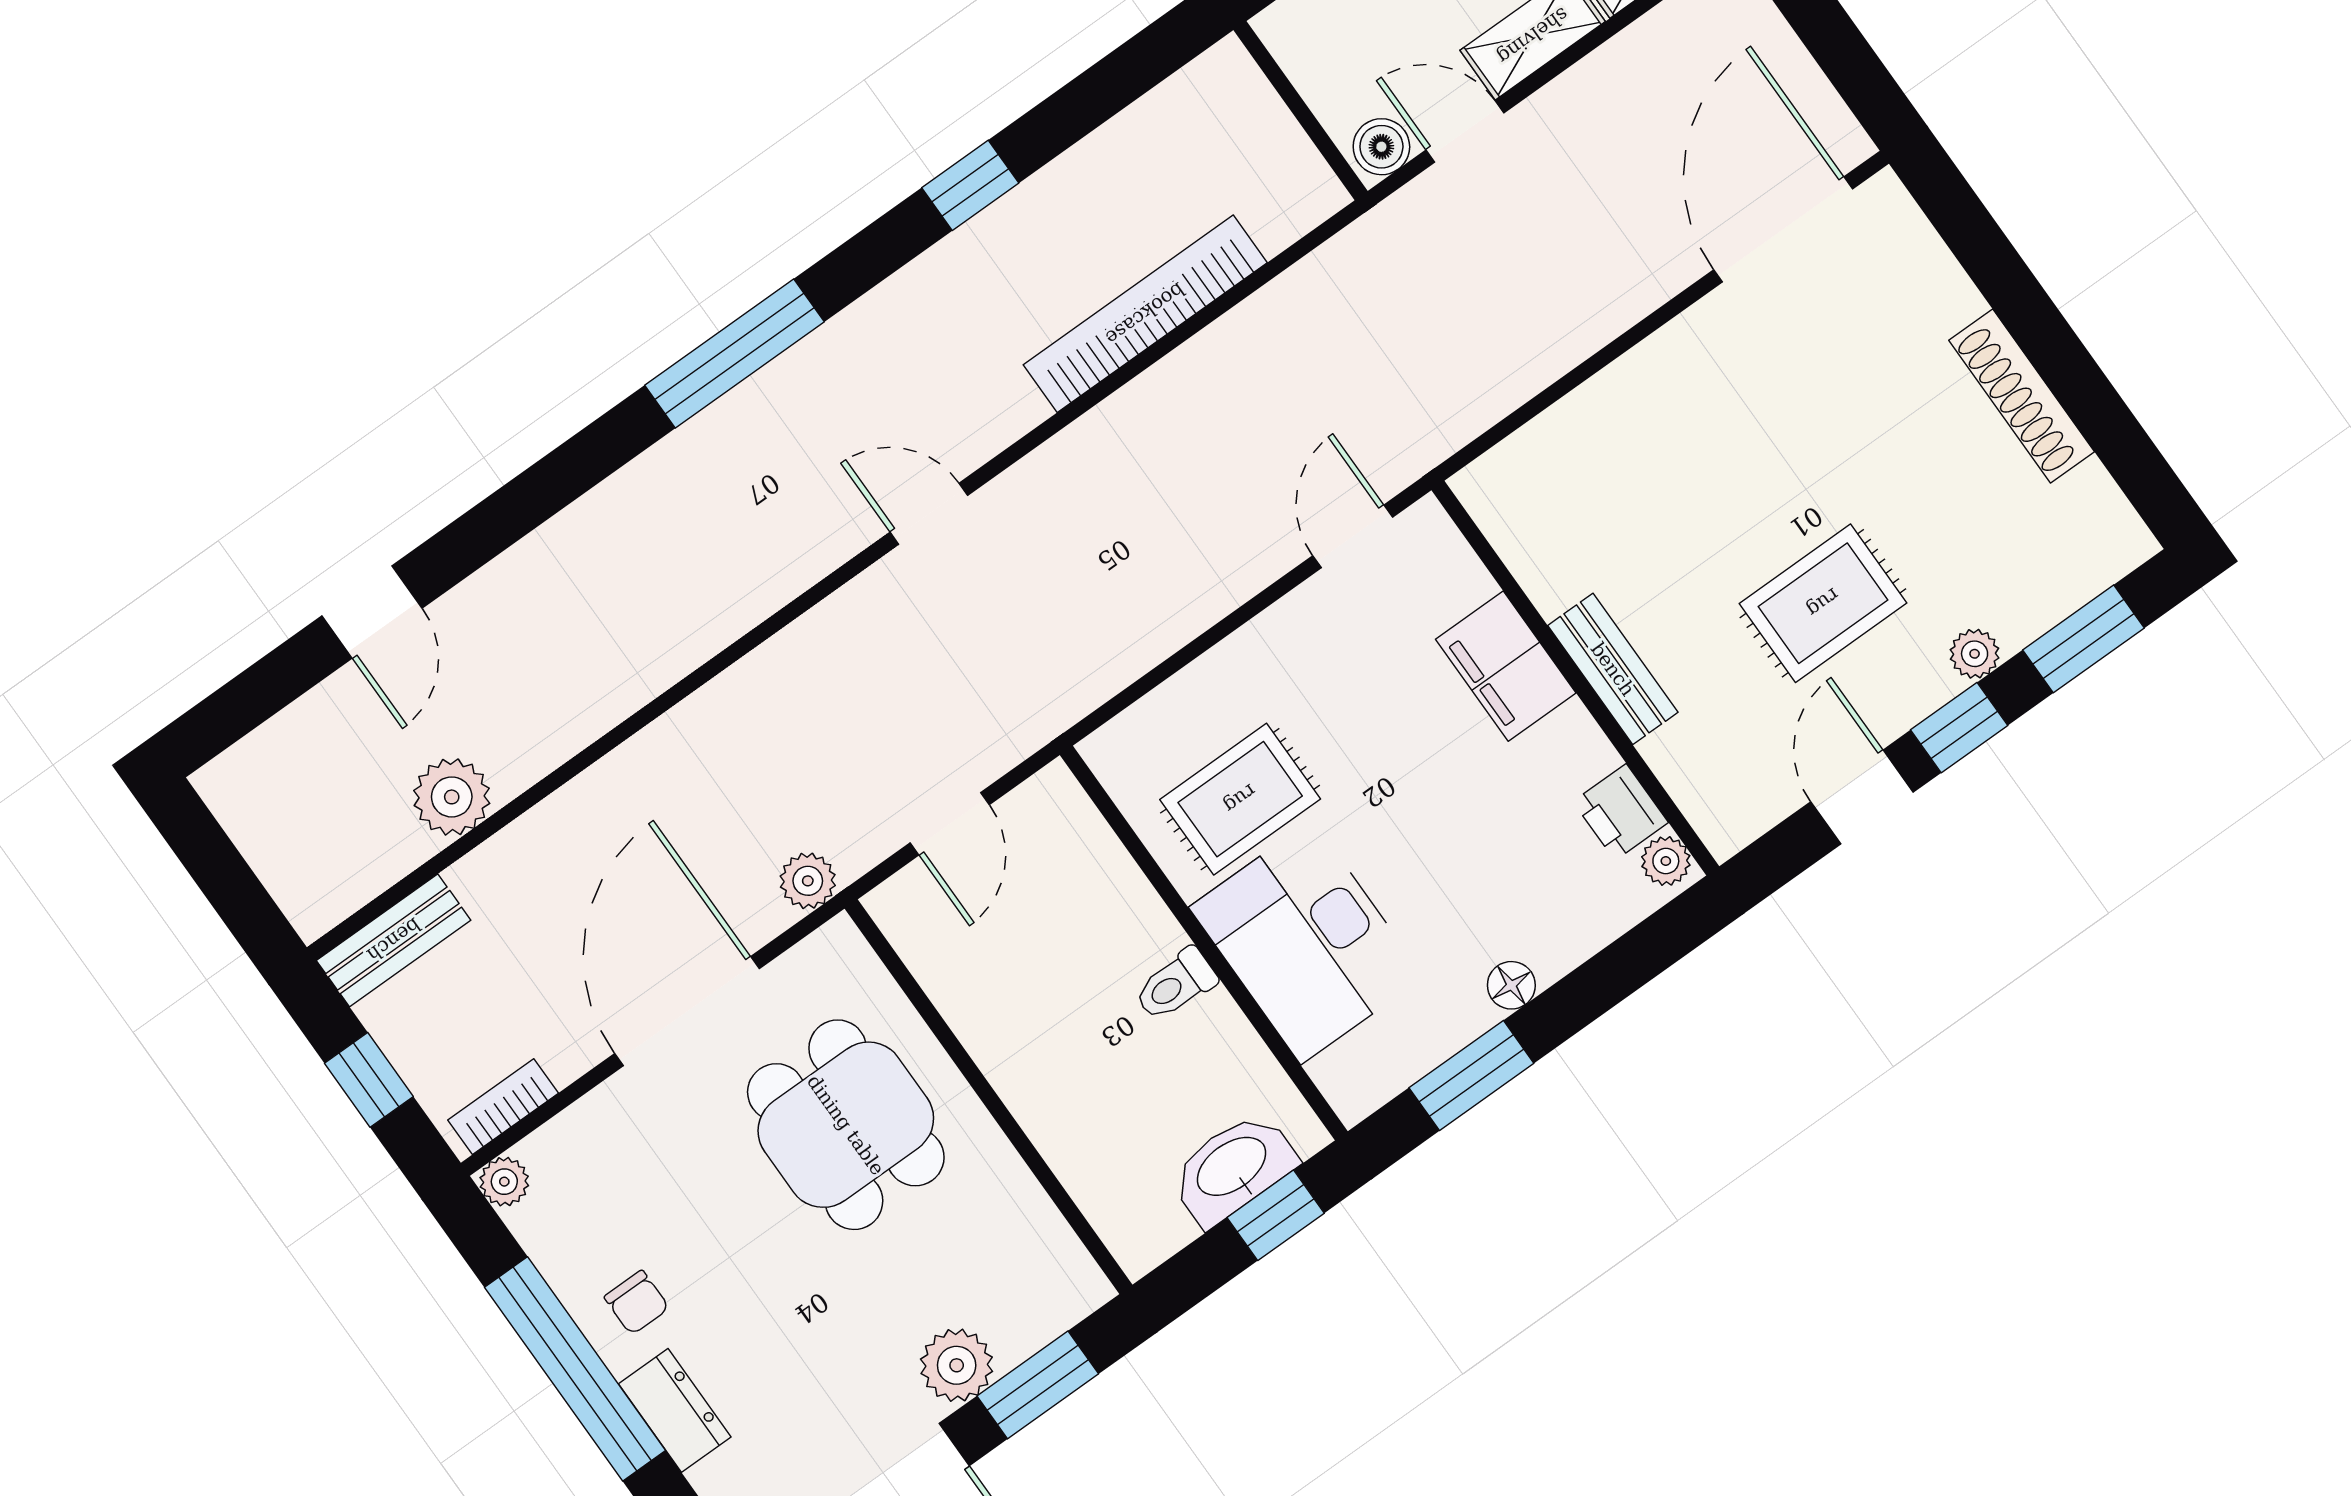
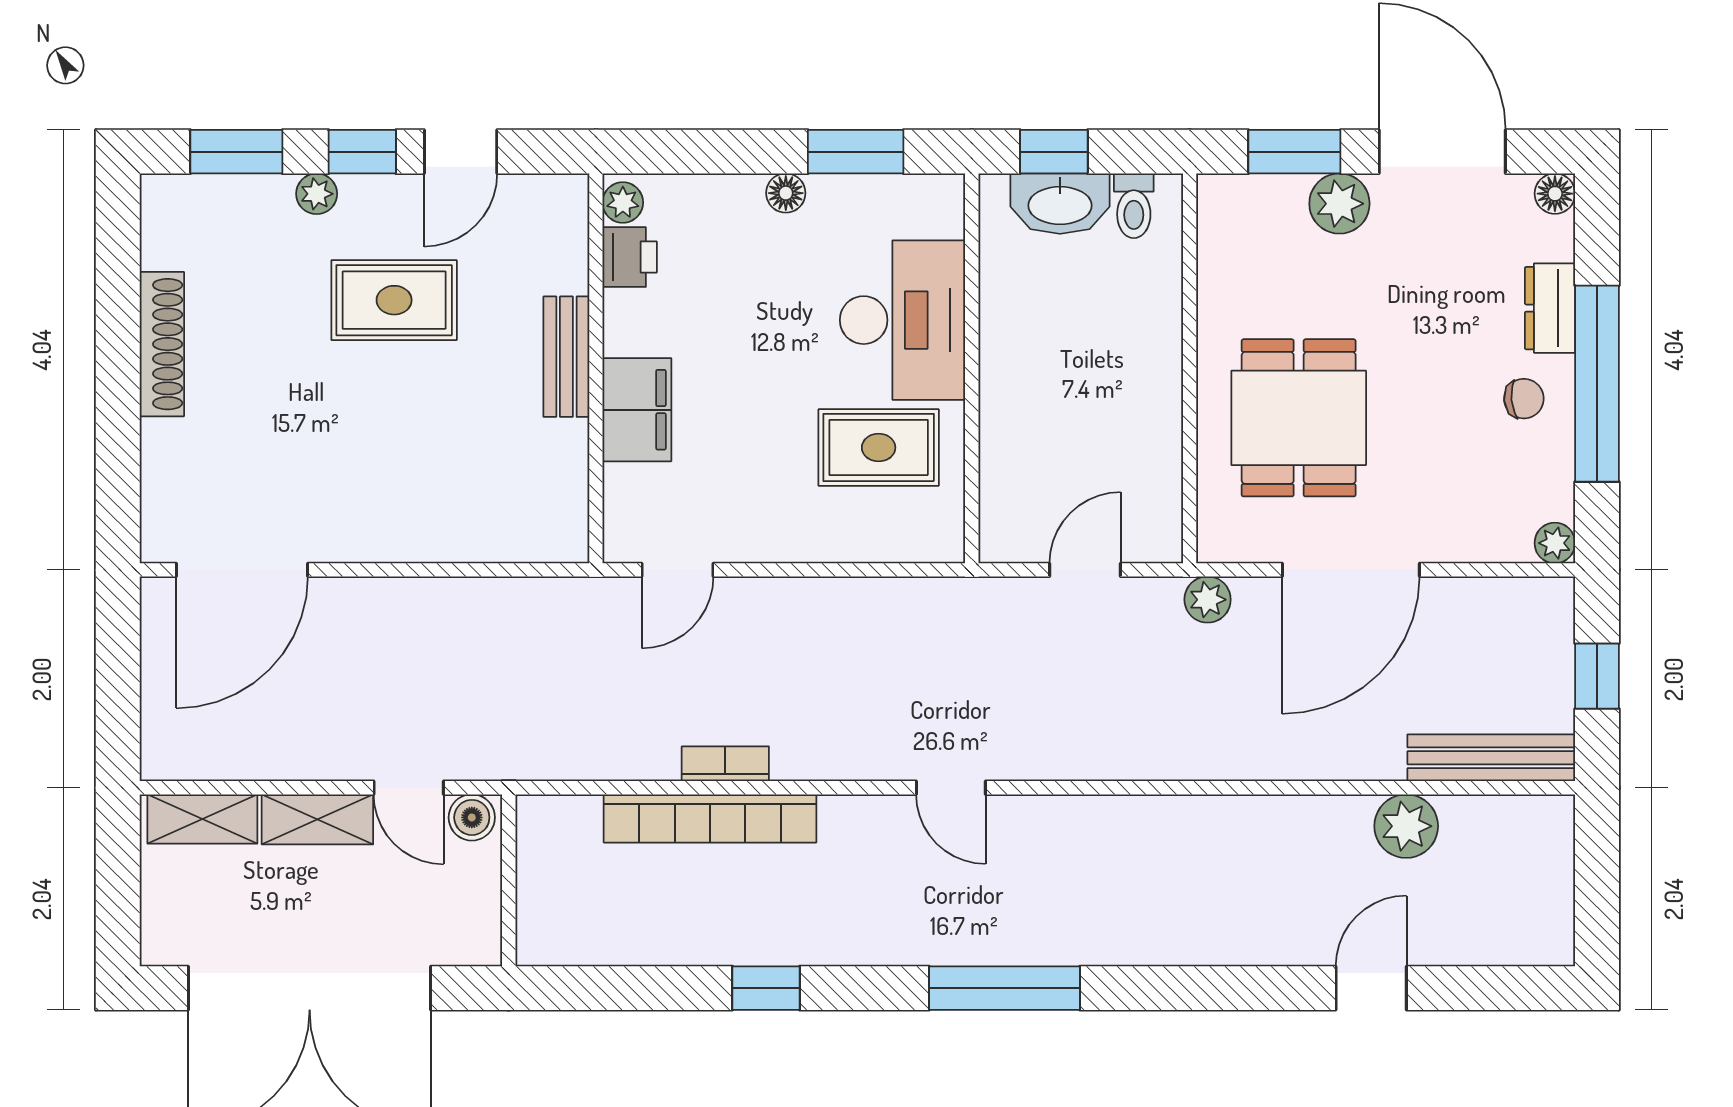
bench: (394, 940) -> (1491, 758), width x1.36
toilet: (1175, 985) -> (1134, 206), moved, turned 90
bookcase: (503, 1107) -> (725, 764), moved, turned 180
chair: (637, 1303) -> (1524, 399), turned 85

